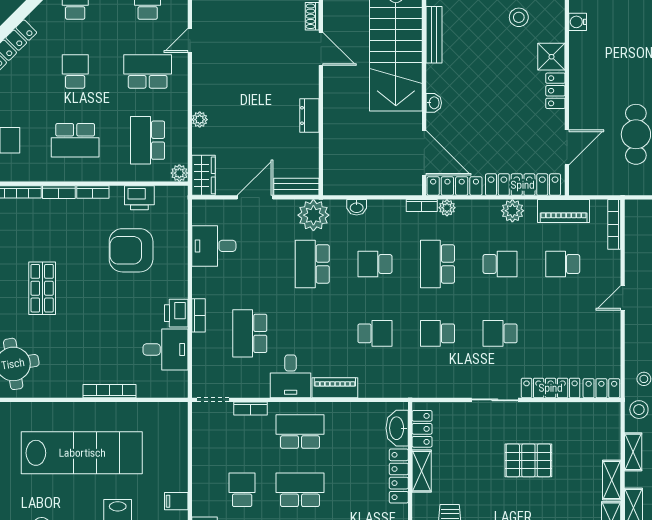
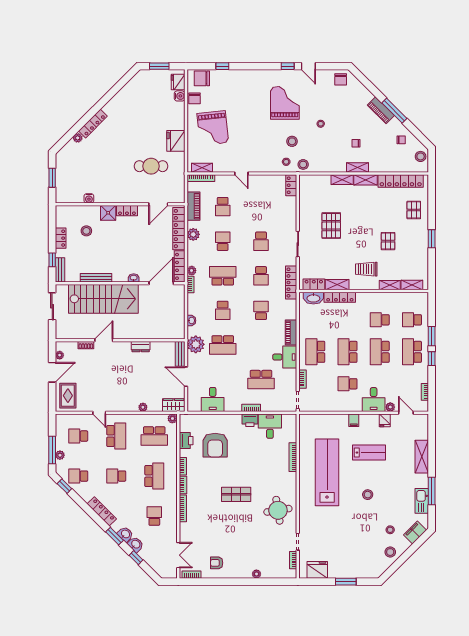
school desk: (148, 71) -> (116, 436), turned 180
door: (567, 147) -> (158, 204), swing flipped
school desk: (437, 264) -> (223, 276), turned 180
locker: (551, 388) -> (291, 283), moved
shelving: (633, 452) -> (202, 168), moved

